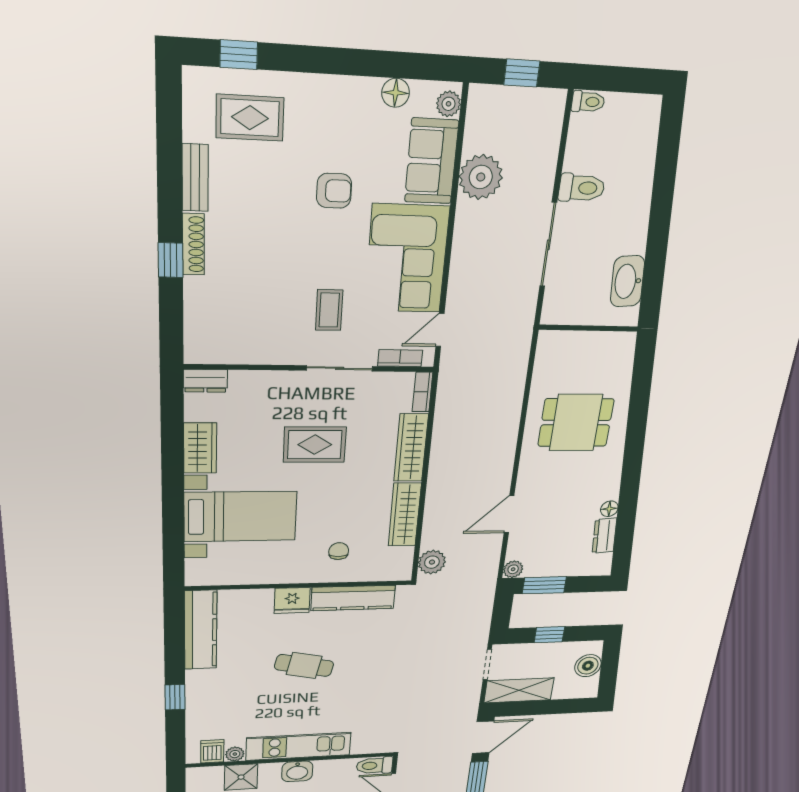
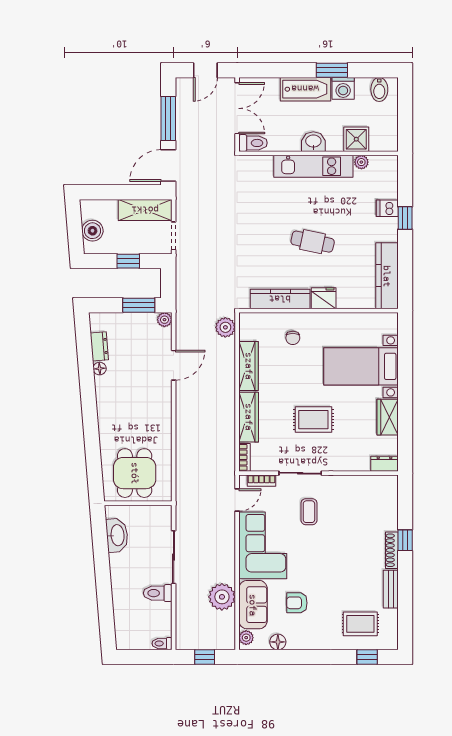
armchair: (334, 191) -> (297, 603), moved
dining table: (576, 423) -> (135, 473), moved, turned 90
dishwasher: (212, 751) -> (387, 208), moved, turned 90

